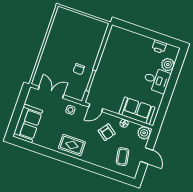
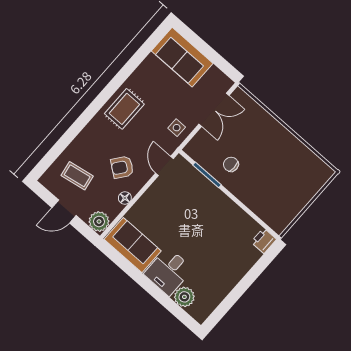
printer: (159, 47) -> (264, 241), moved
sofa: (137, 111) -> (133, 245), moved, turned -90

